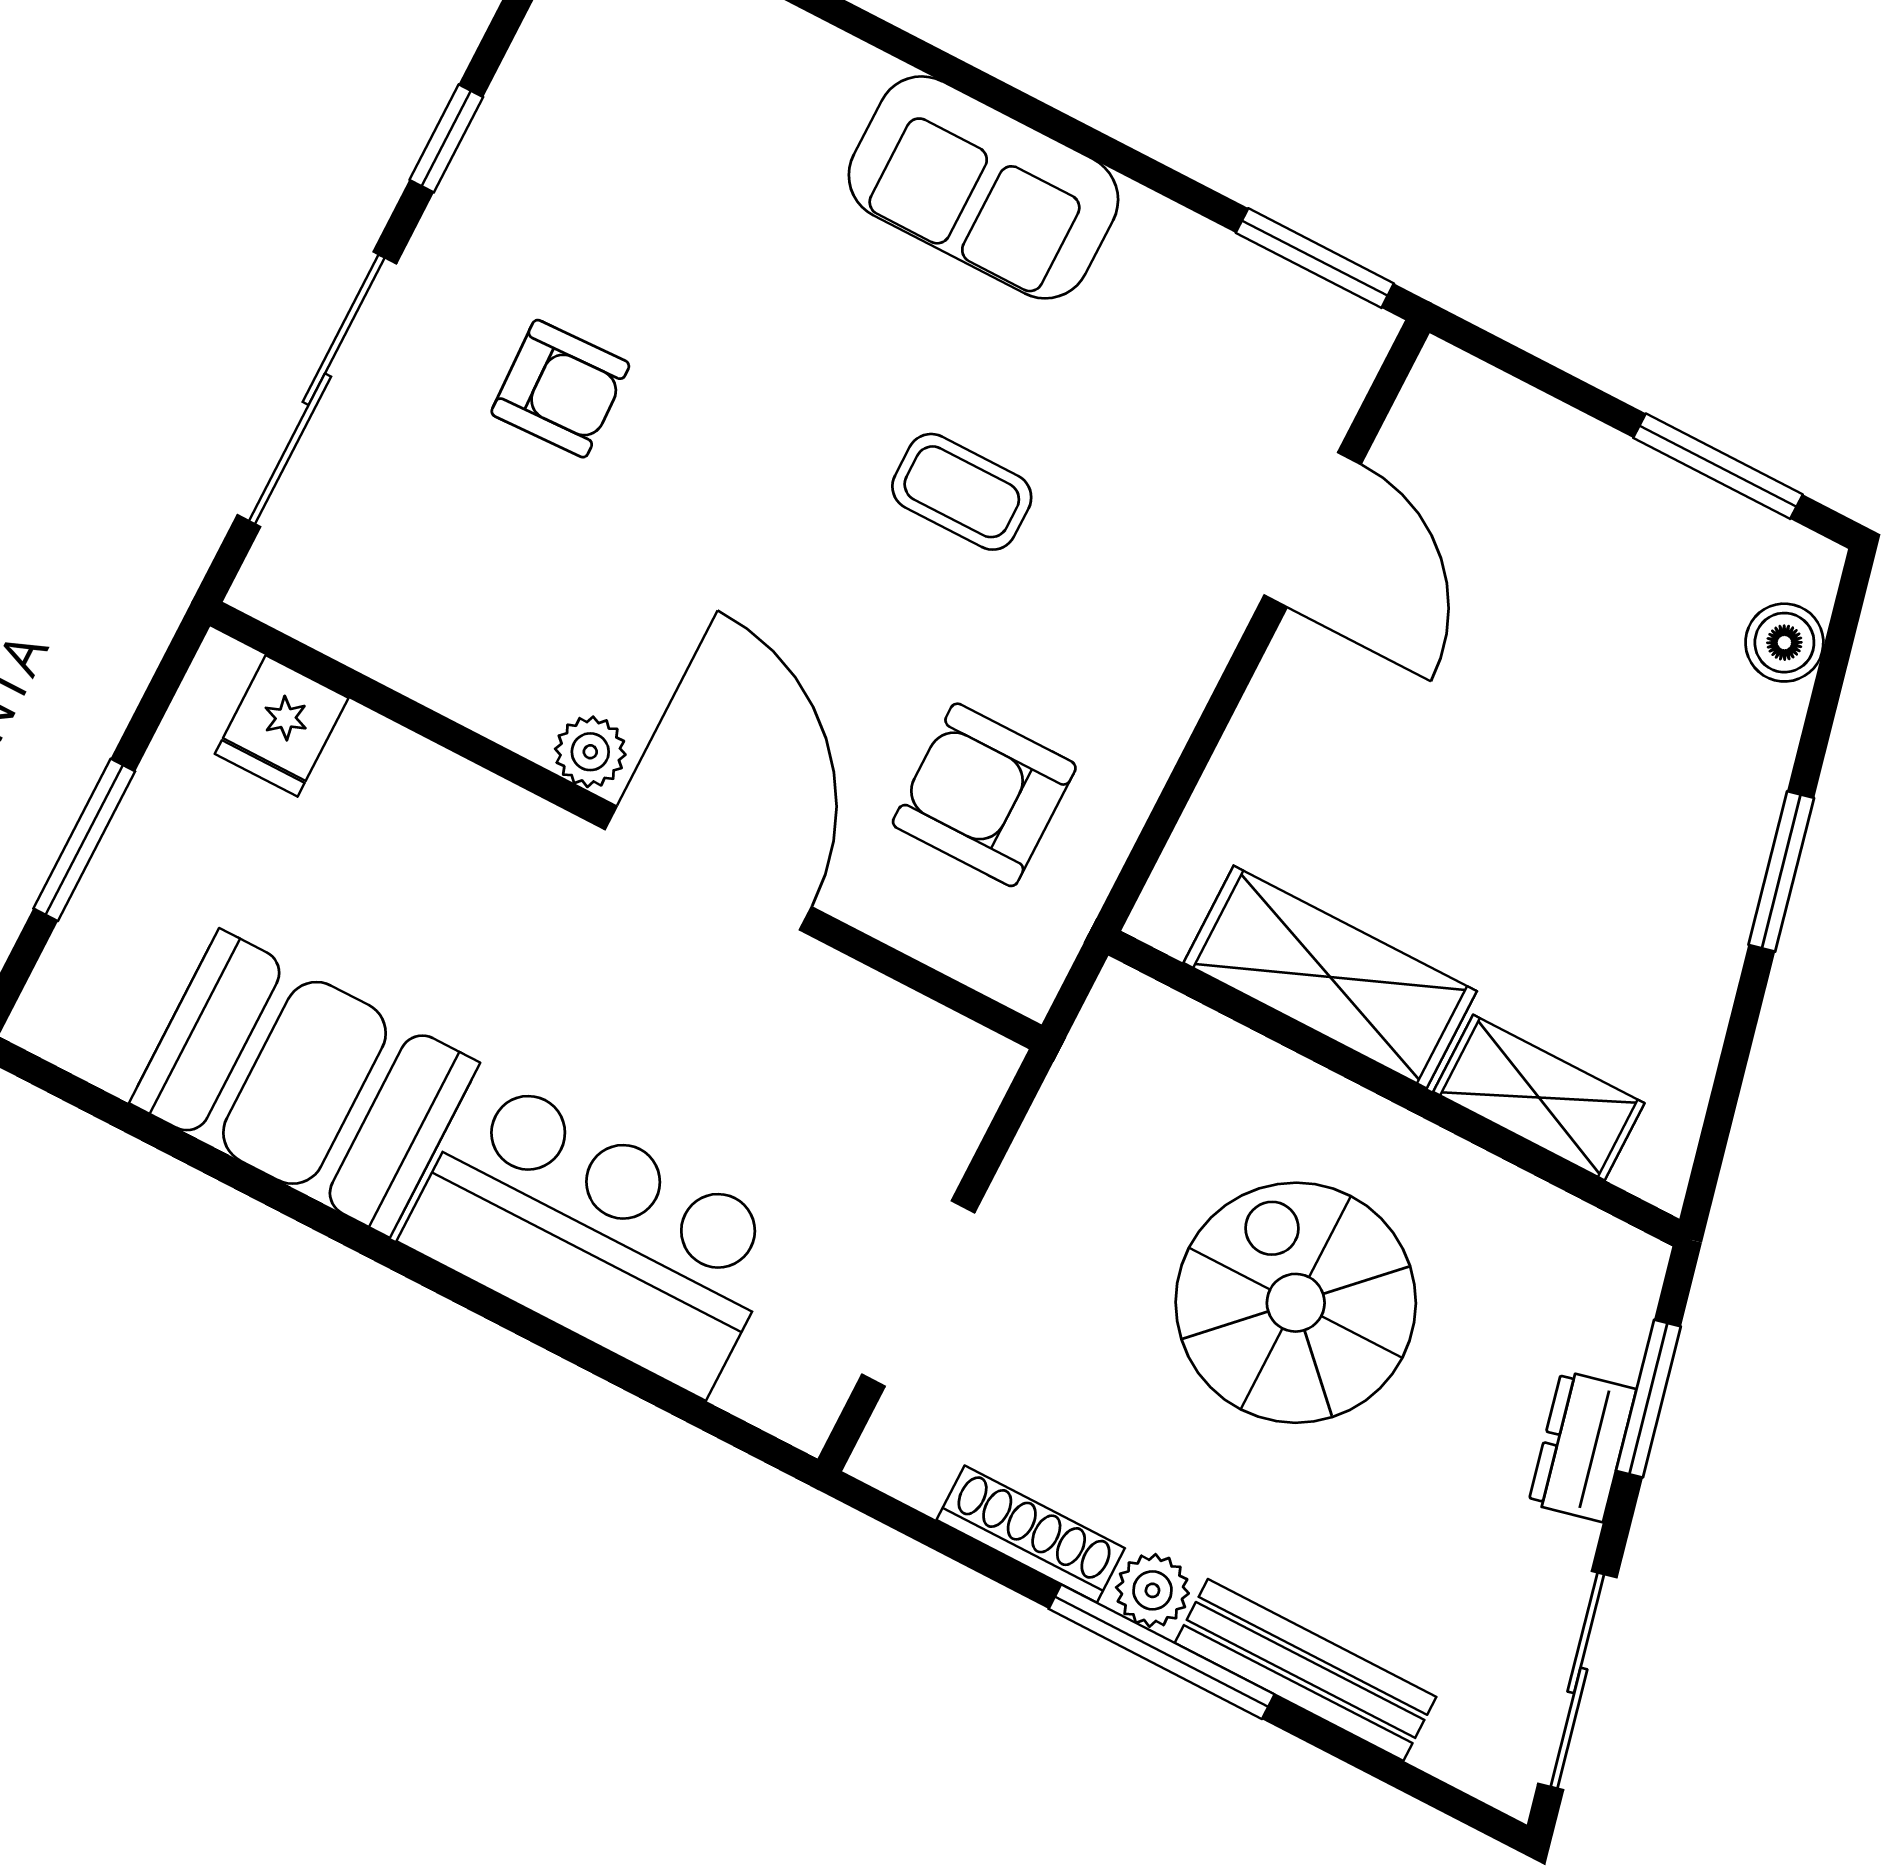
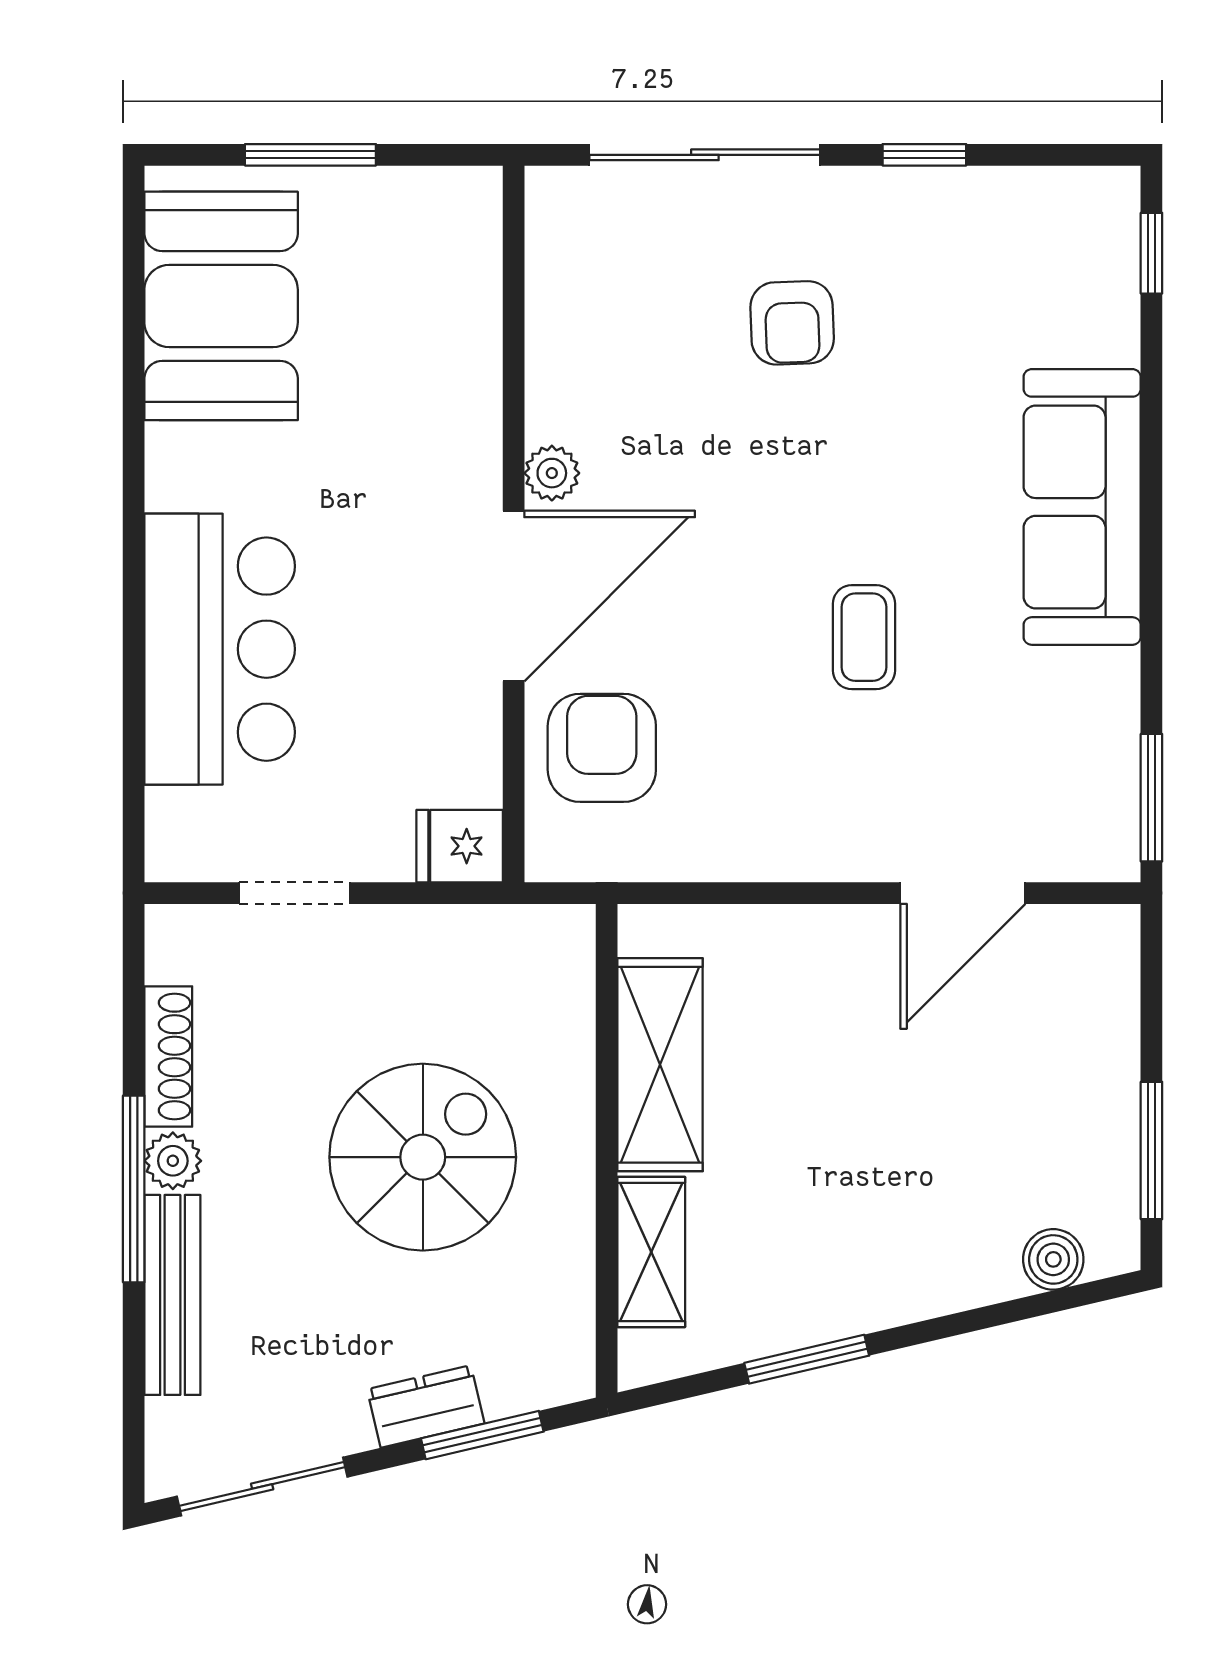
sofa: (983, 187) -> (1082, 507), width x1.36
fridge: (282, 726) -> (460, 846), moved
armchair: (984, 795) -> (602, 748), moved
window: (1781, 871) -> (807, 1359), moved
booth: (305, 1083) -> (221, 306), moved
doorway: (918, 1294) -> (294, 893), width x0.73

